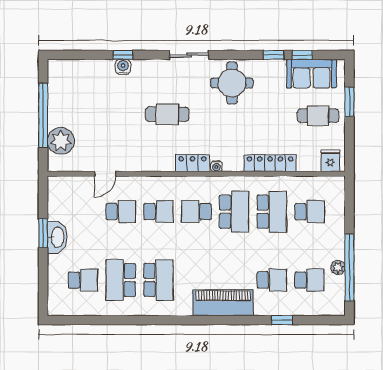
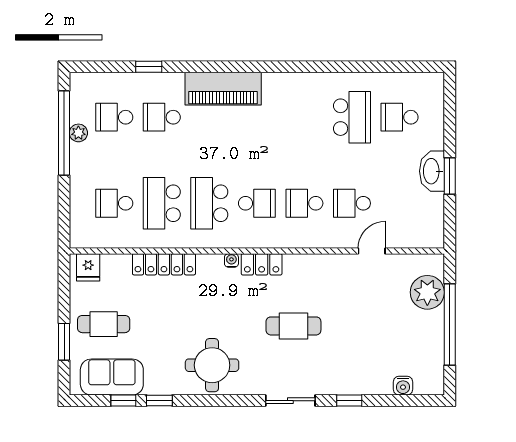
sliding door: (189, 55) -> (290, 401), moved
water cooler: (123, 67) -> (403, 386), moved
school desk: (159, 280) -> (304, 117), removed

